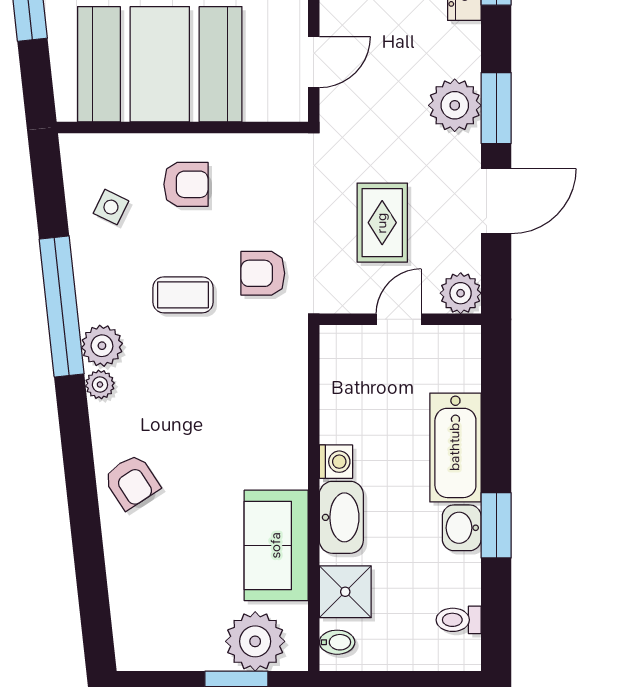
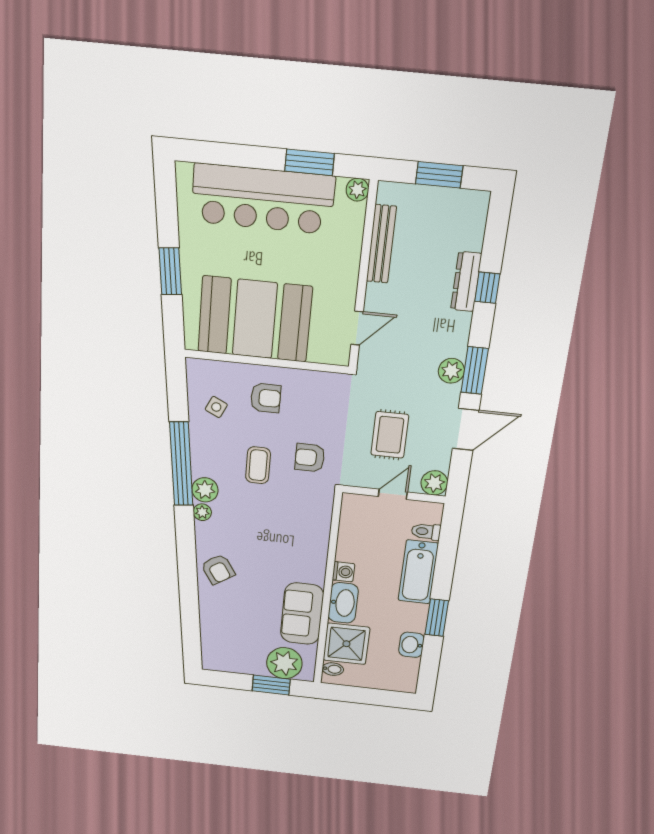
plant: (455, 105) -> (451, 371), width x0.73, depth x0.73
coffee table: (183, 295) -> (258, 465), turned 90
washbasin: (462, 528) -> (411, 645), moved
shower: (345, 592) -> (346, 644), width x1.36, depth x1.36
toilet: (459, 620) -> (426, 532), moved

